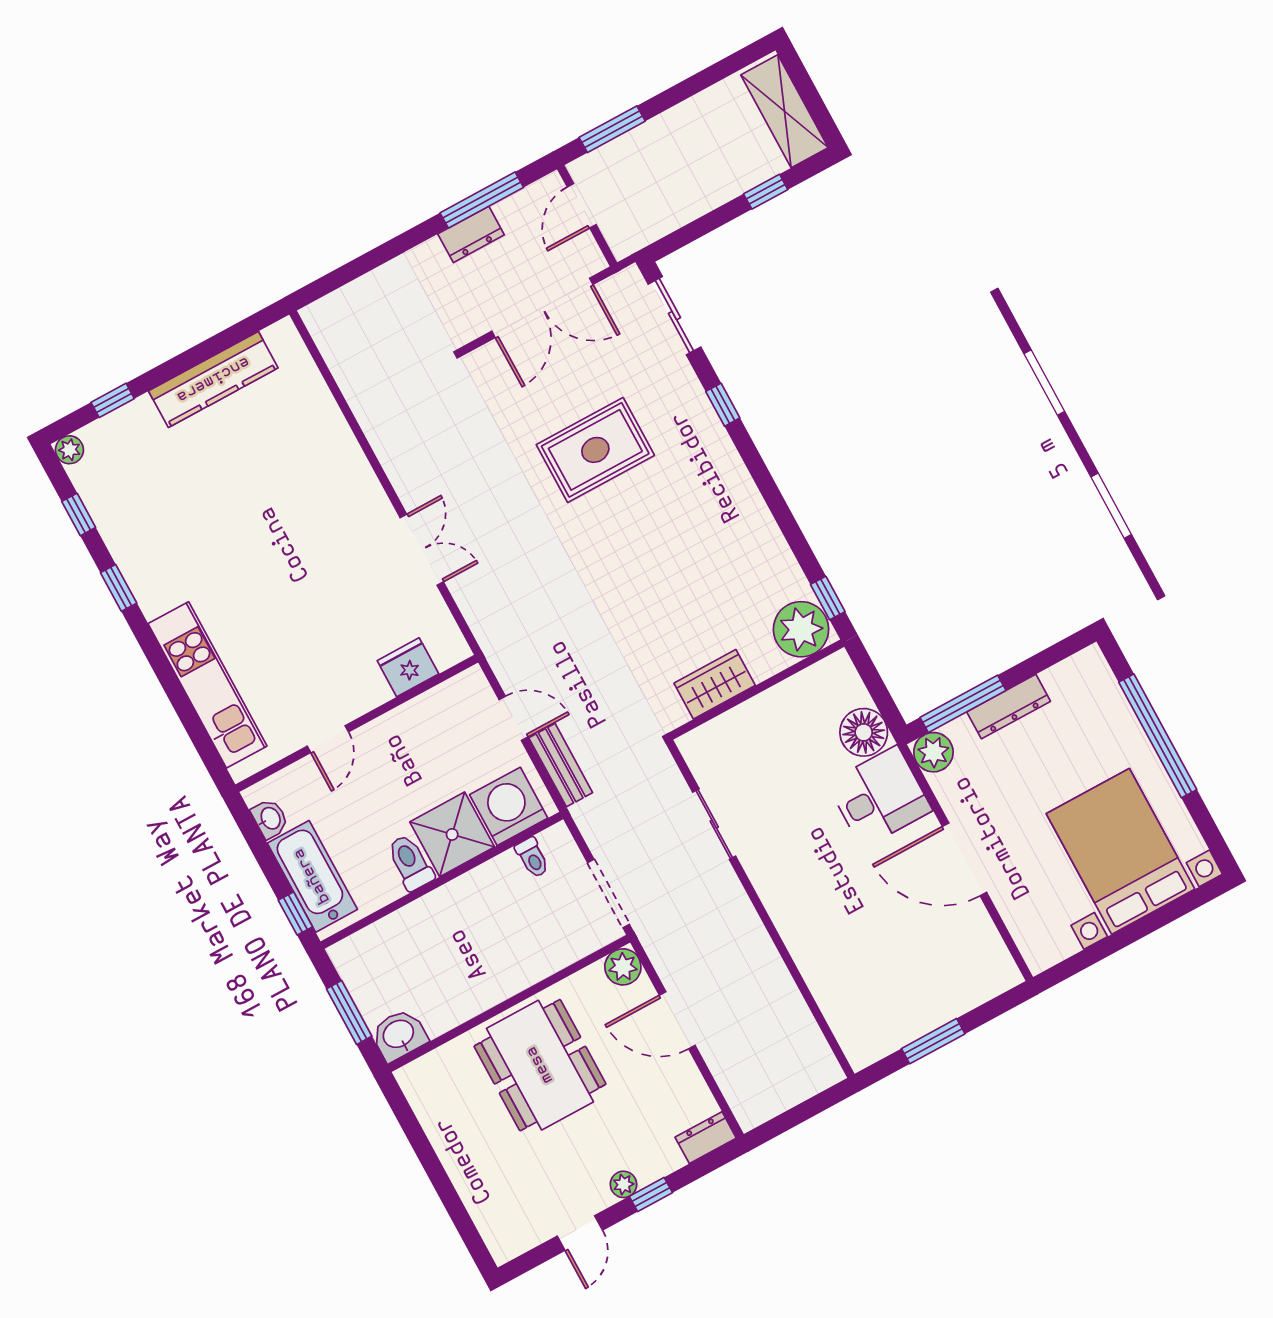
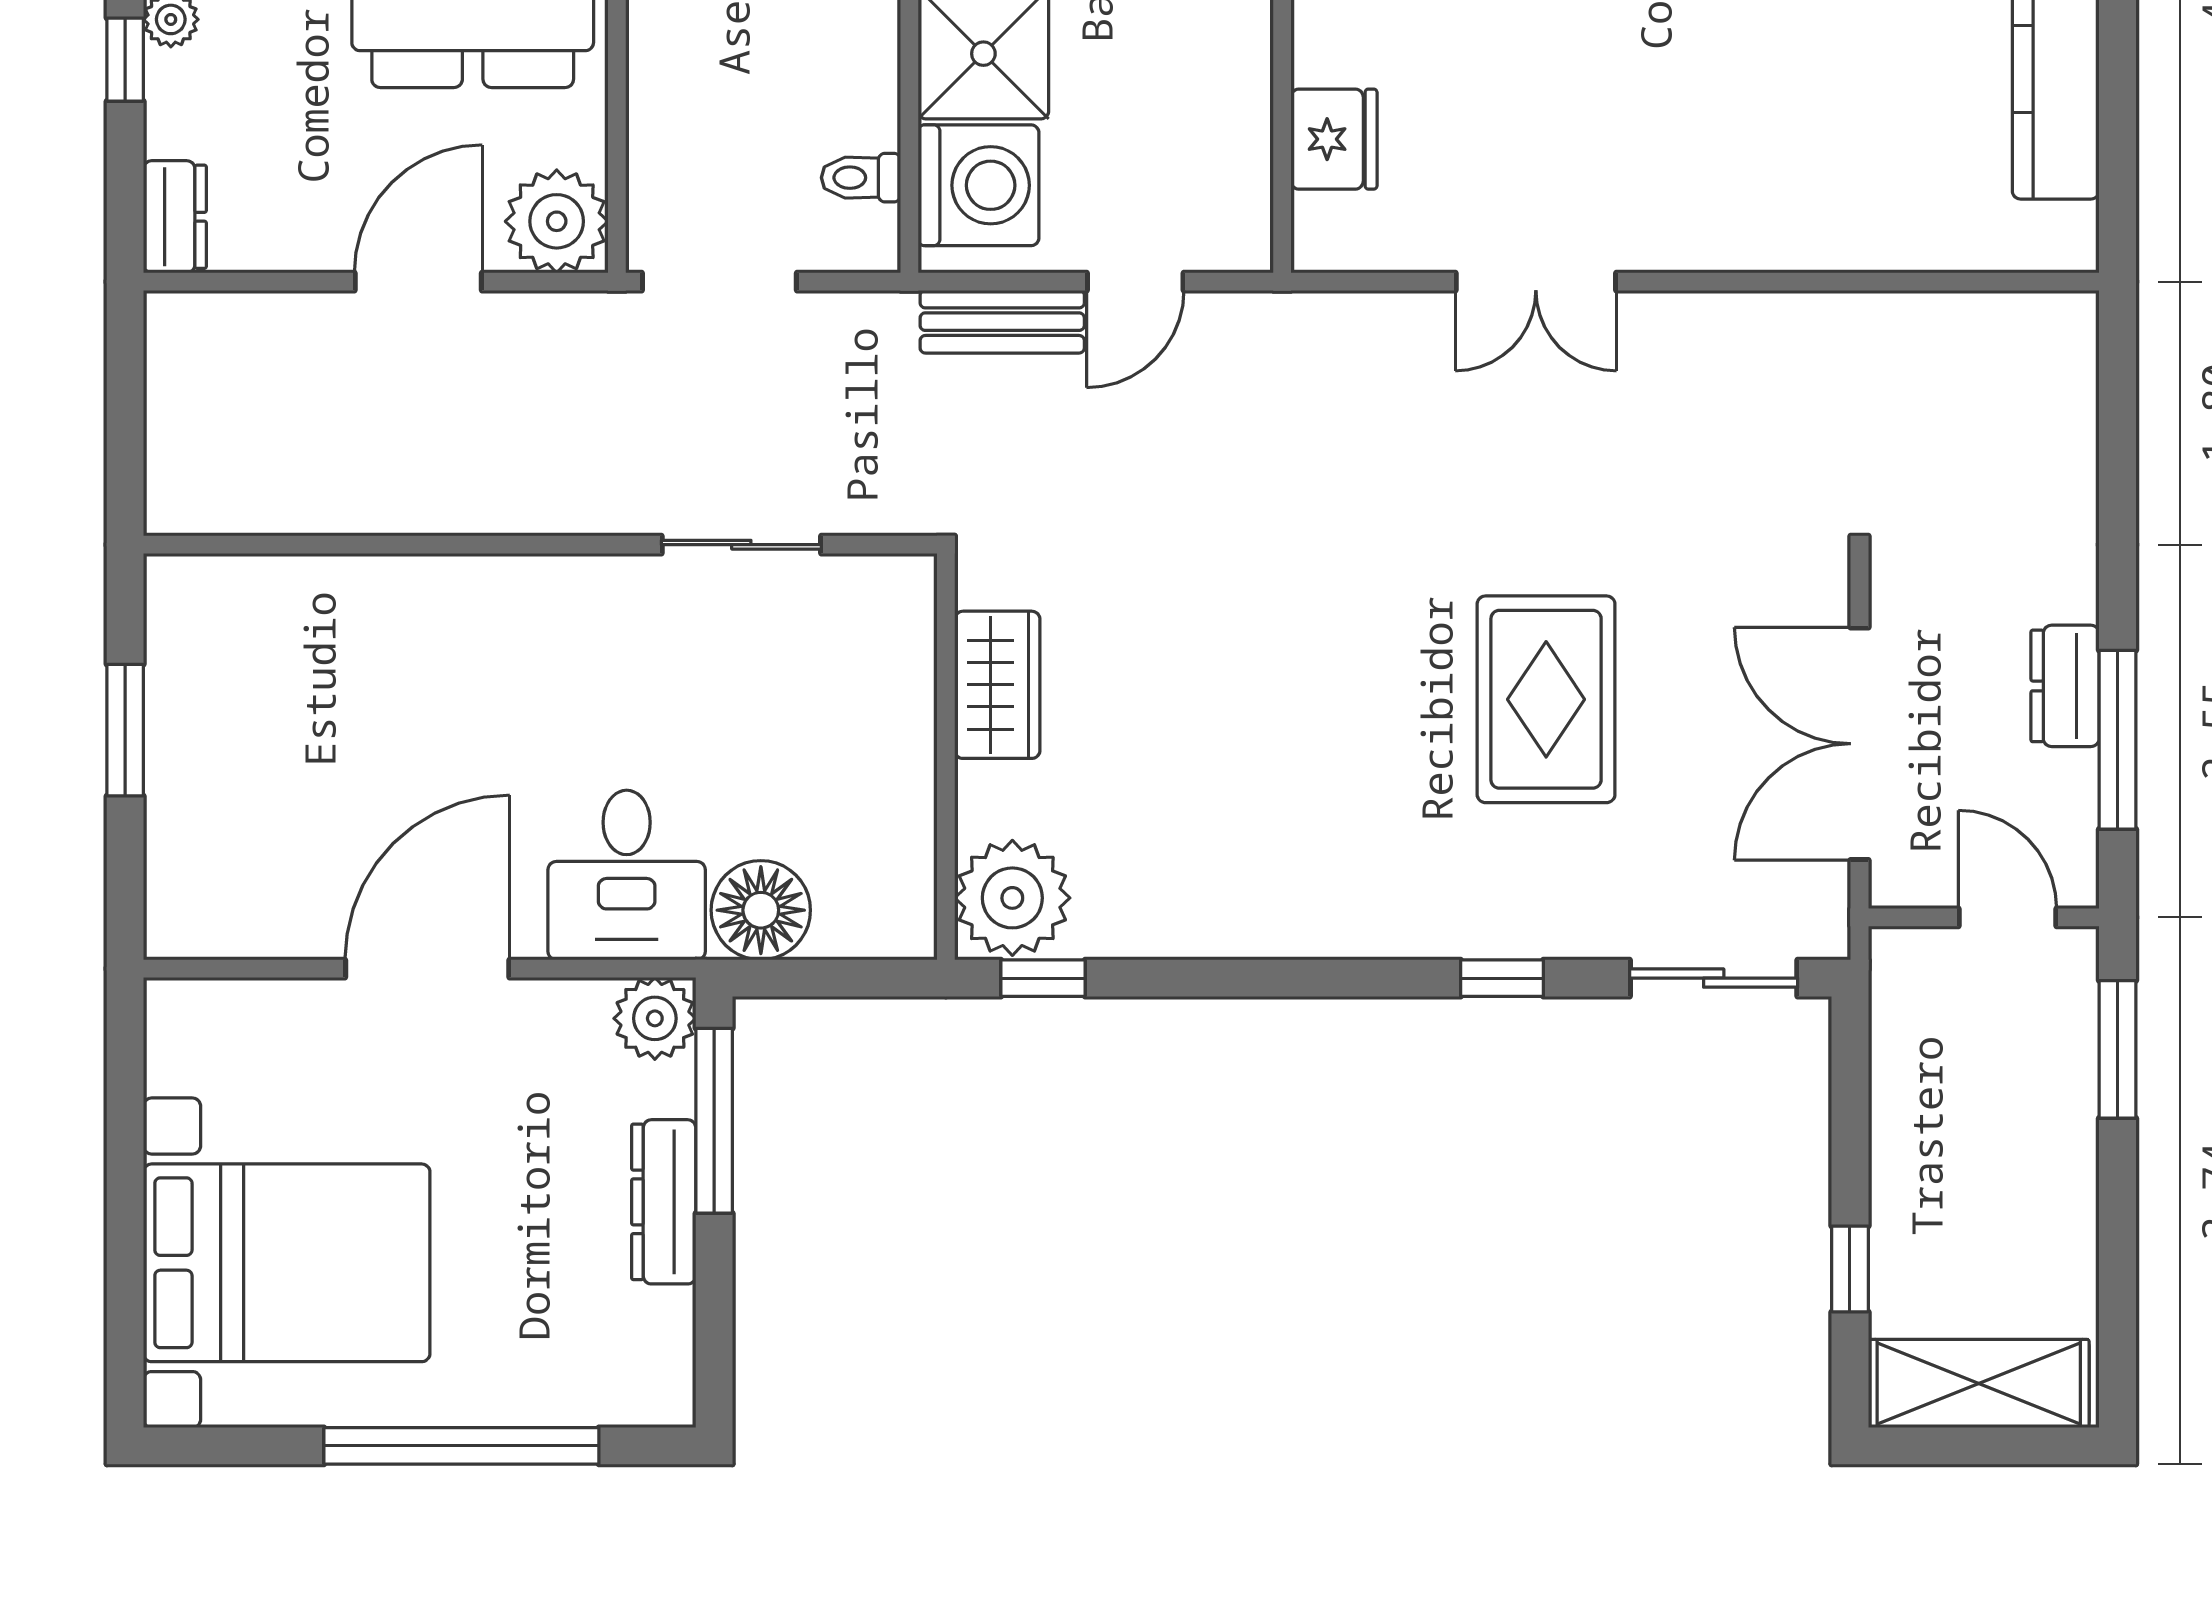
plant: (623, 967) -> (557, 221), width x1.36, depth x1.36

